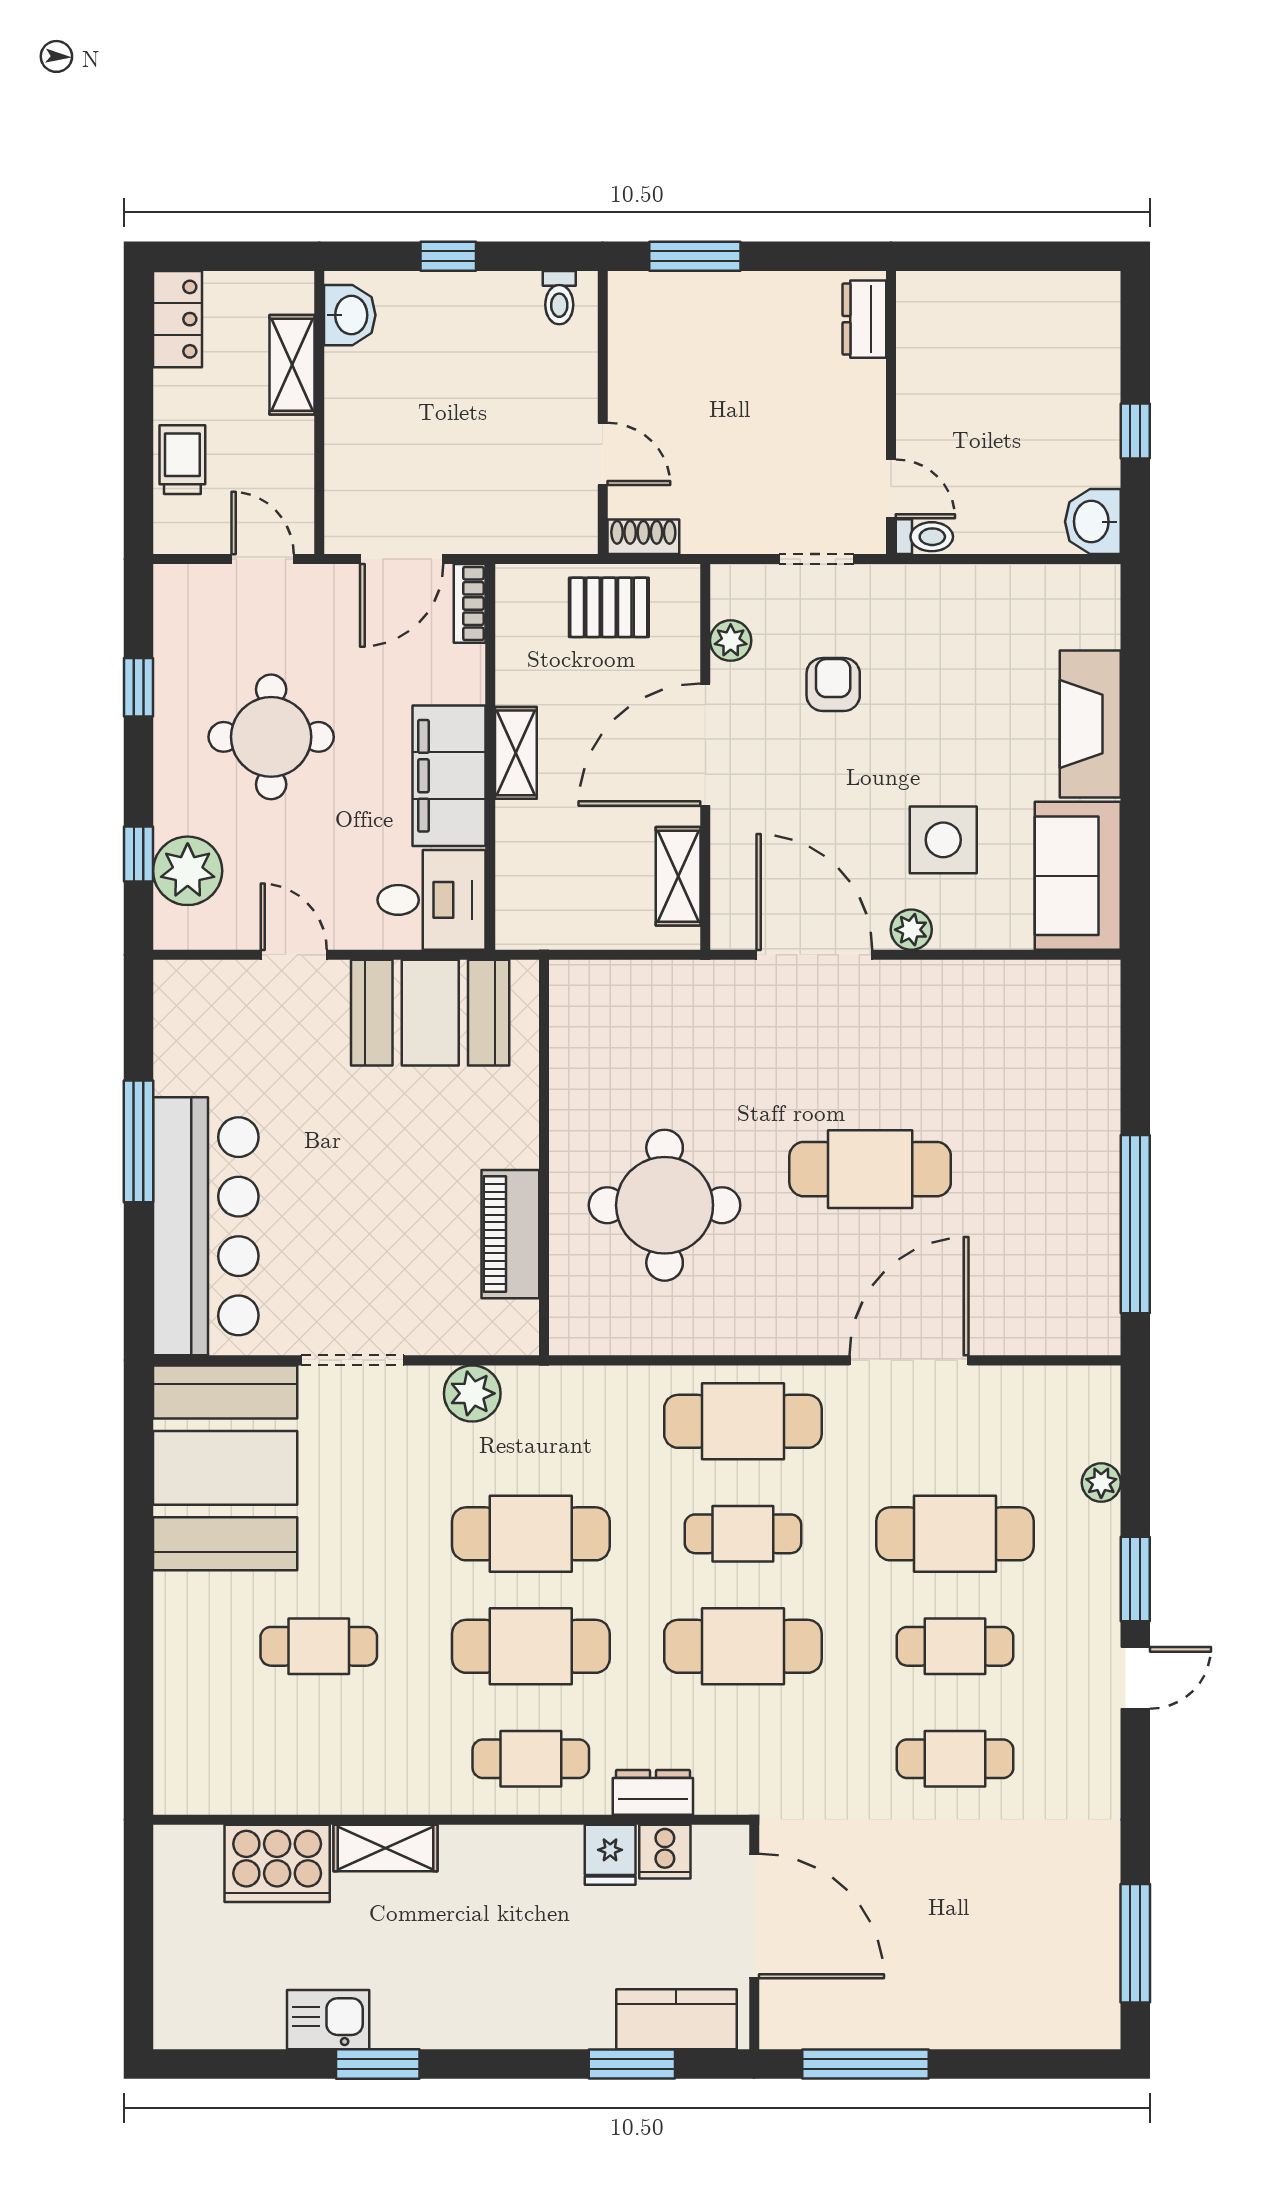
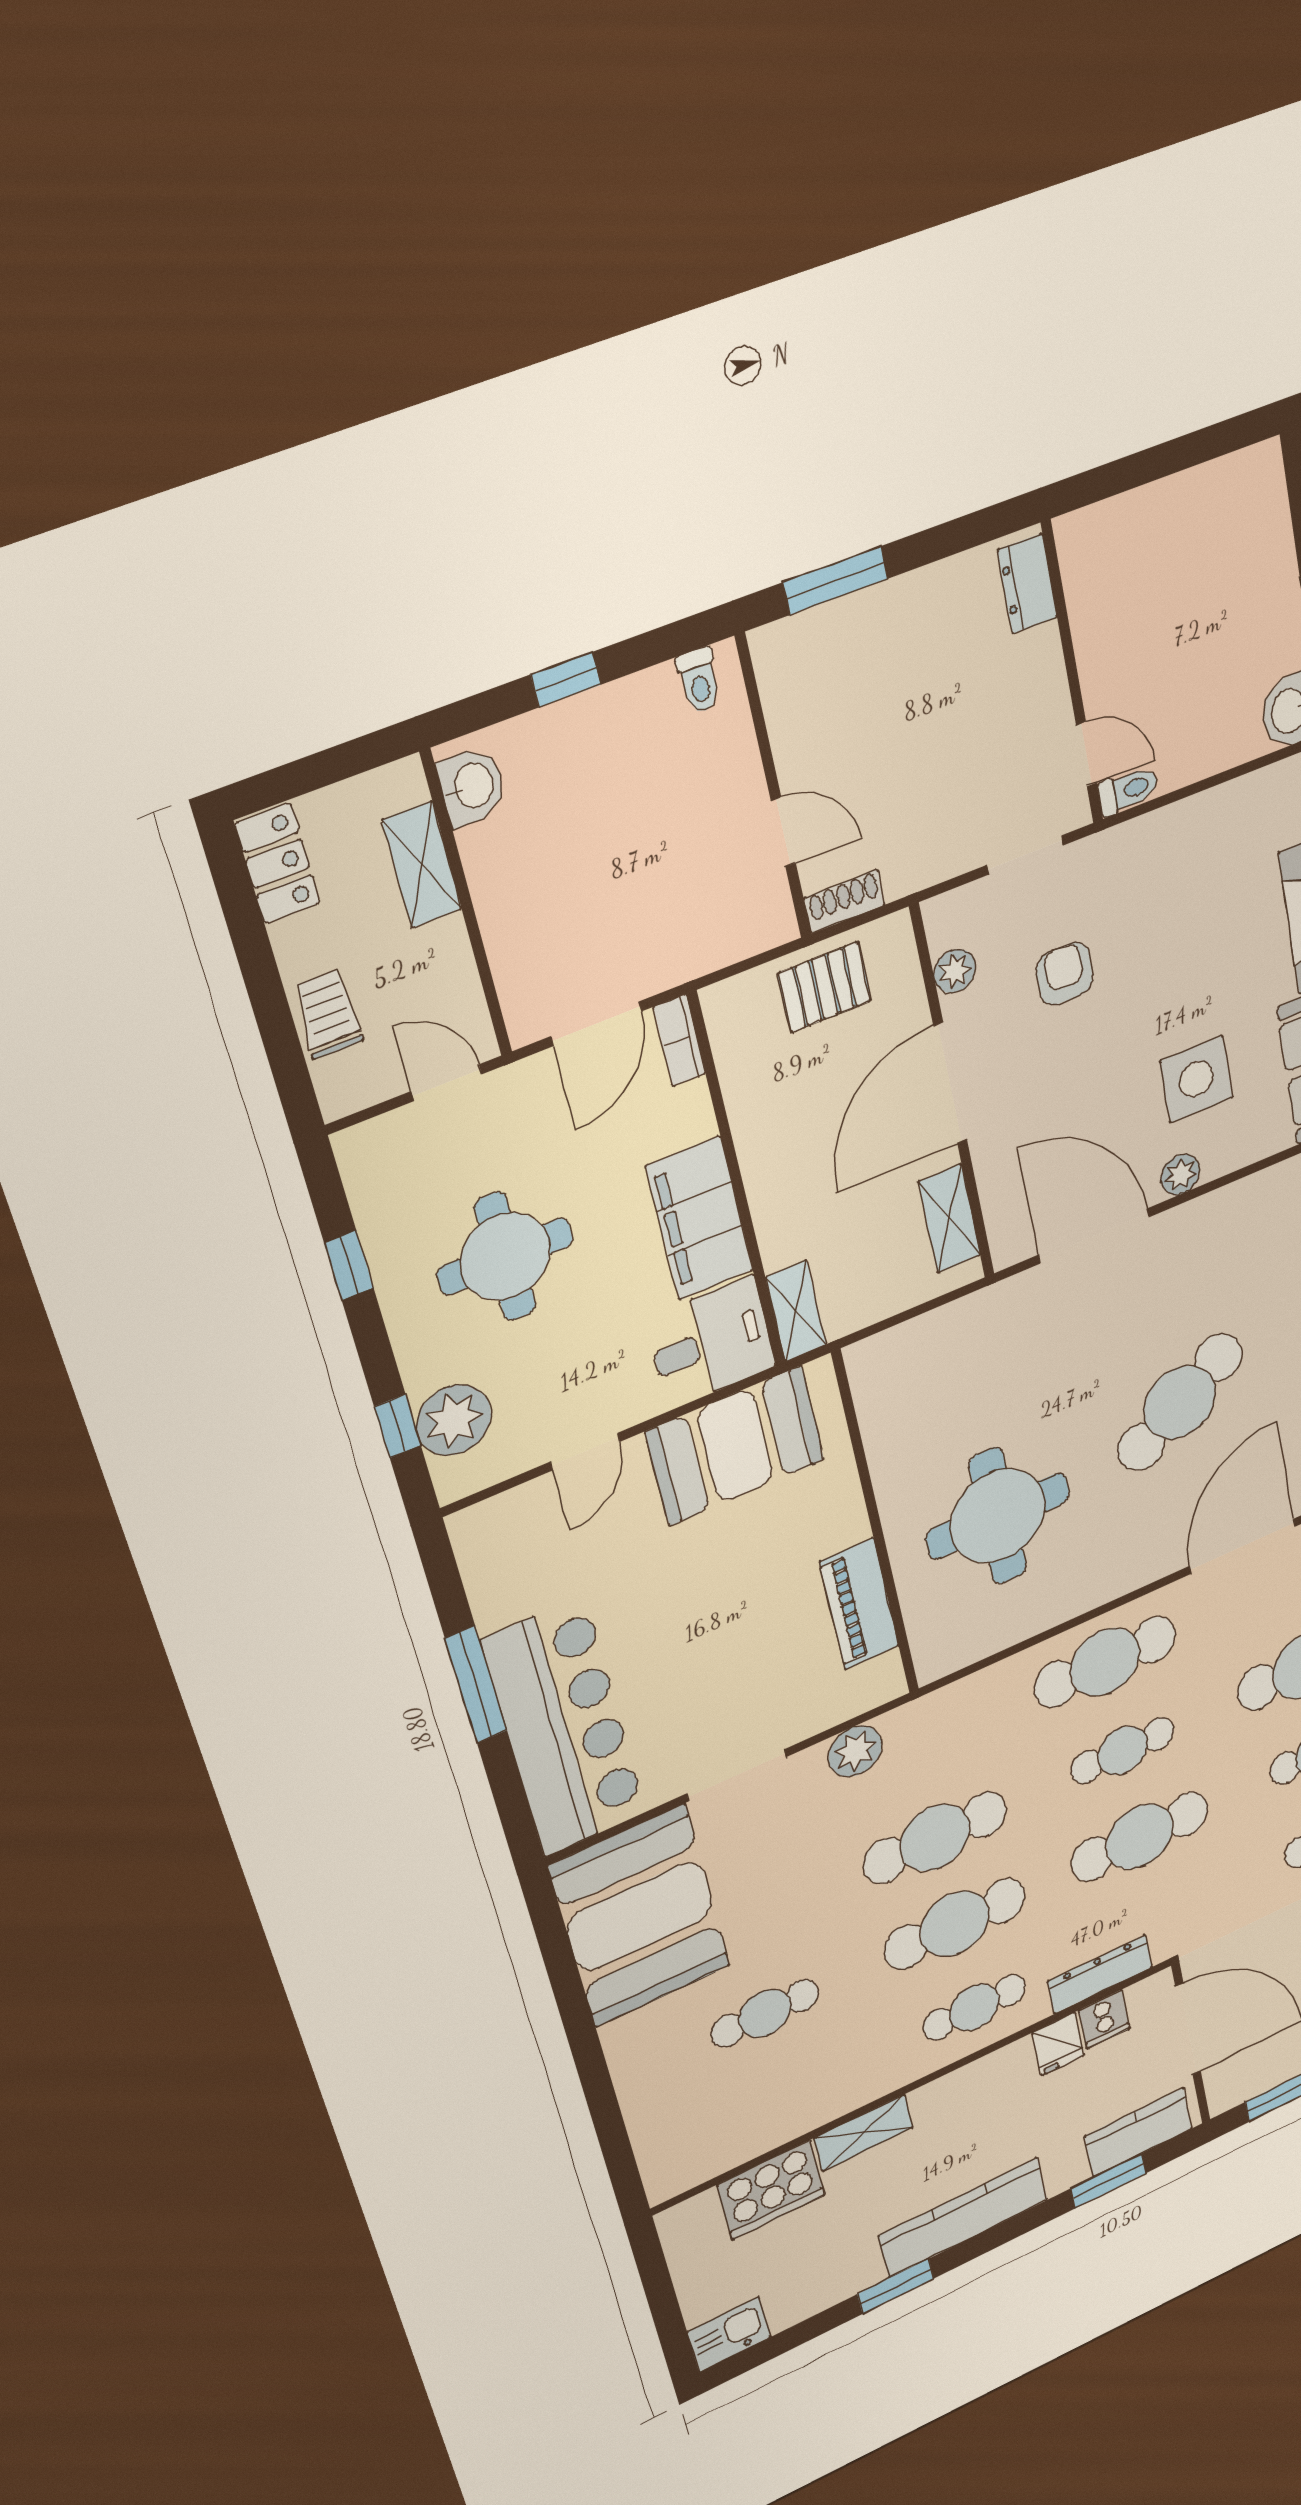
shelving: (516, 753) -> (796, 1311), moved
door: (294, 955) -> (585, 1452), swing flipped
cafe table: (870, 1169) -> (1180, 1402), turned -32
dresser: (653, 1792) -> (1100, 1974), width x1.44
kitchen counter: (467, 2018) -> (963, 2218), added
kitchen sink: (328, 2020) -> (729, 2335), moved

